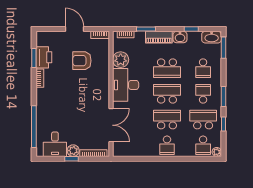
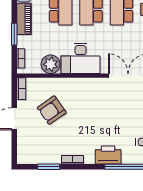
printer: (44, 57) -> (108, 155), moved
armchair: (82, 61) -> (52, 110), turned 55

